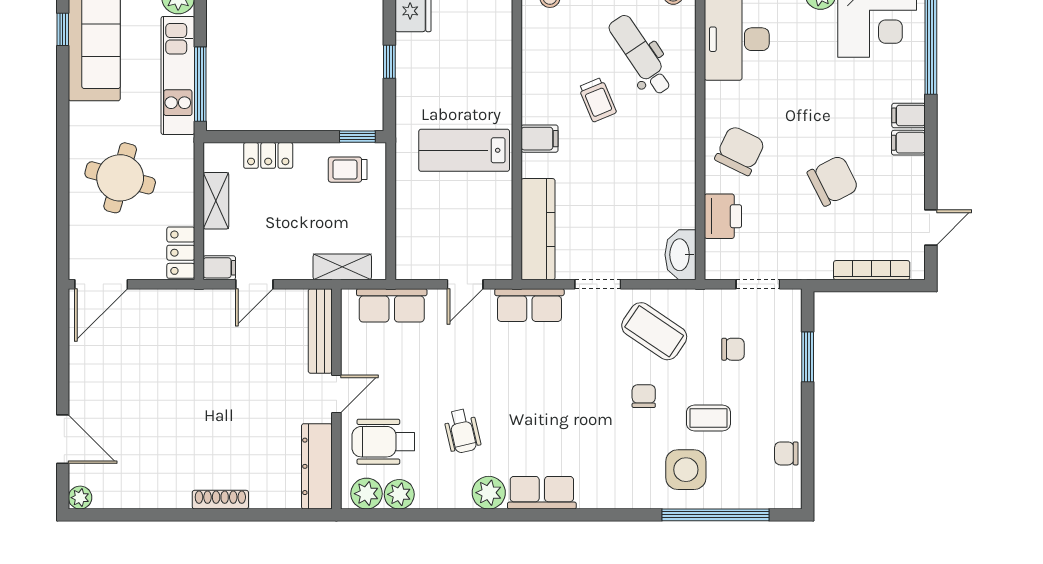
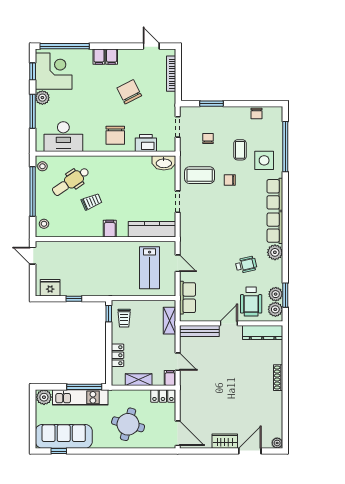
lab bench: (464, 150) -> (150, 268), moved
chair: (740, 151) -> (115, 135), turned -116
row of seats: (529, 305) -> (275, 194), moved, turned 180
coffee table: (654, 331) -> (200, 175), turned 56
wardrobe: (84, 385) -> (225, 441), added
door: (336, 394) -> (229, 323), hinge flipped
window: (397, 515) -> (285, 295), added

